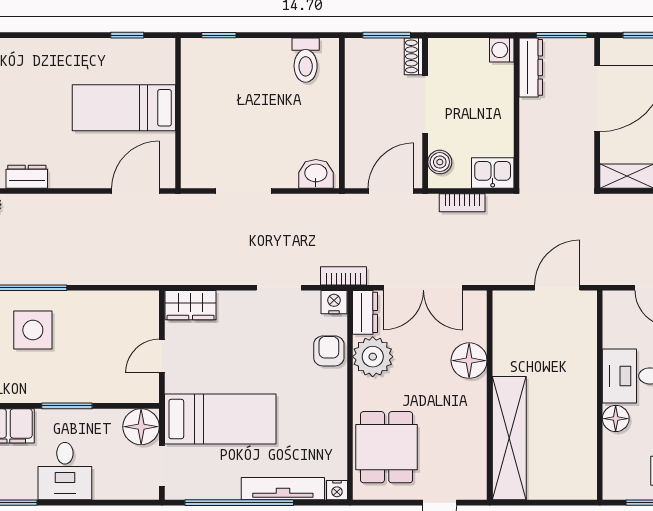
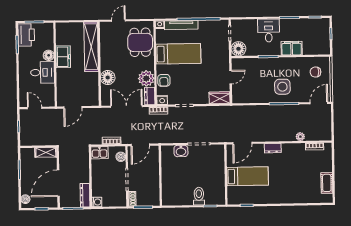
toilet: (306, 60) -> (199, 196), moved
washbasin: (316, 174) -> (181, 151), moved
dresser: (27, 177) -> (273, 148), moved
freezer: (579, 414) -> (63, 57), added
bed: (220, 419) -> (178, 54), moved, turned 180

